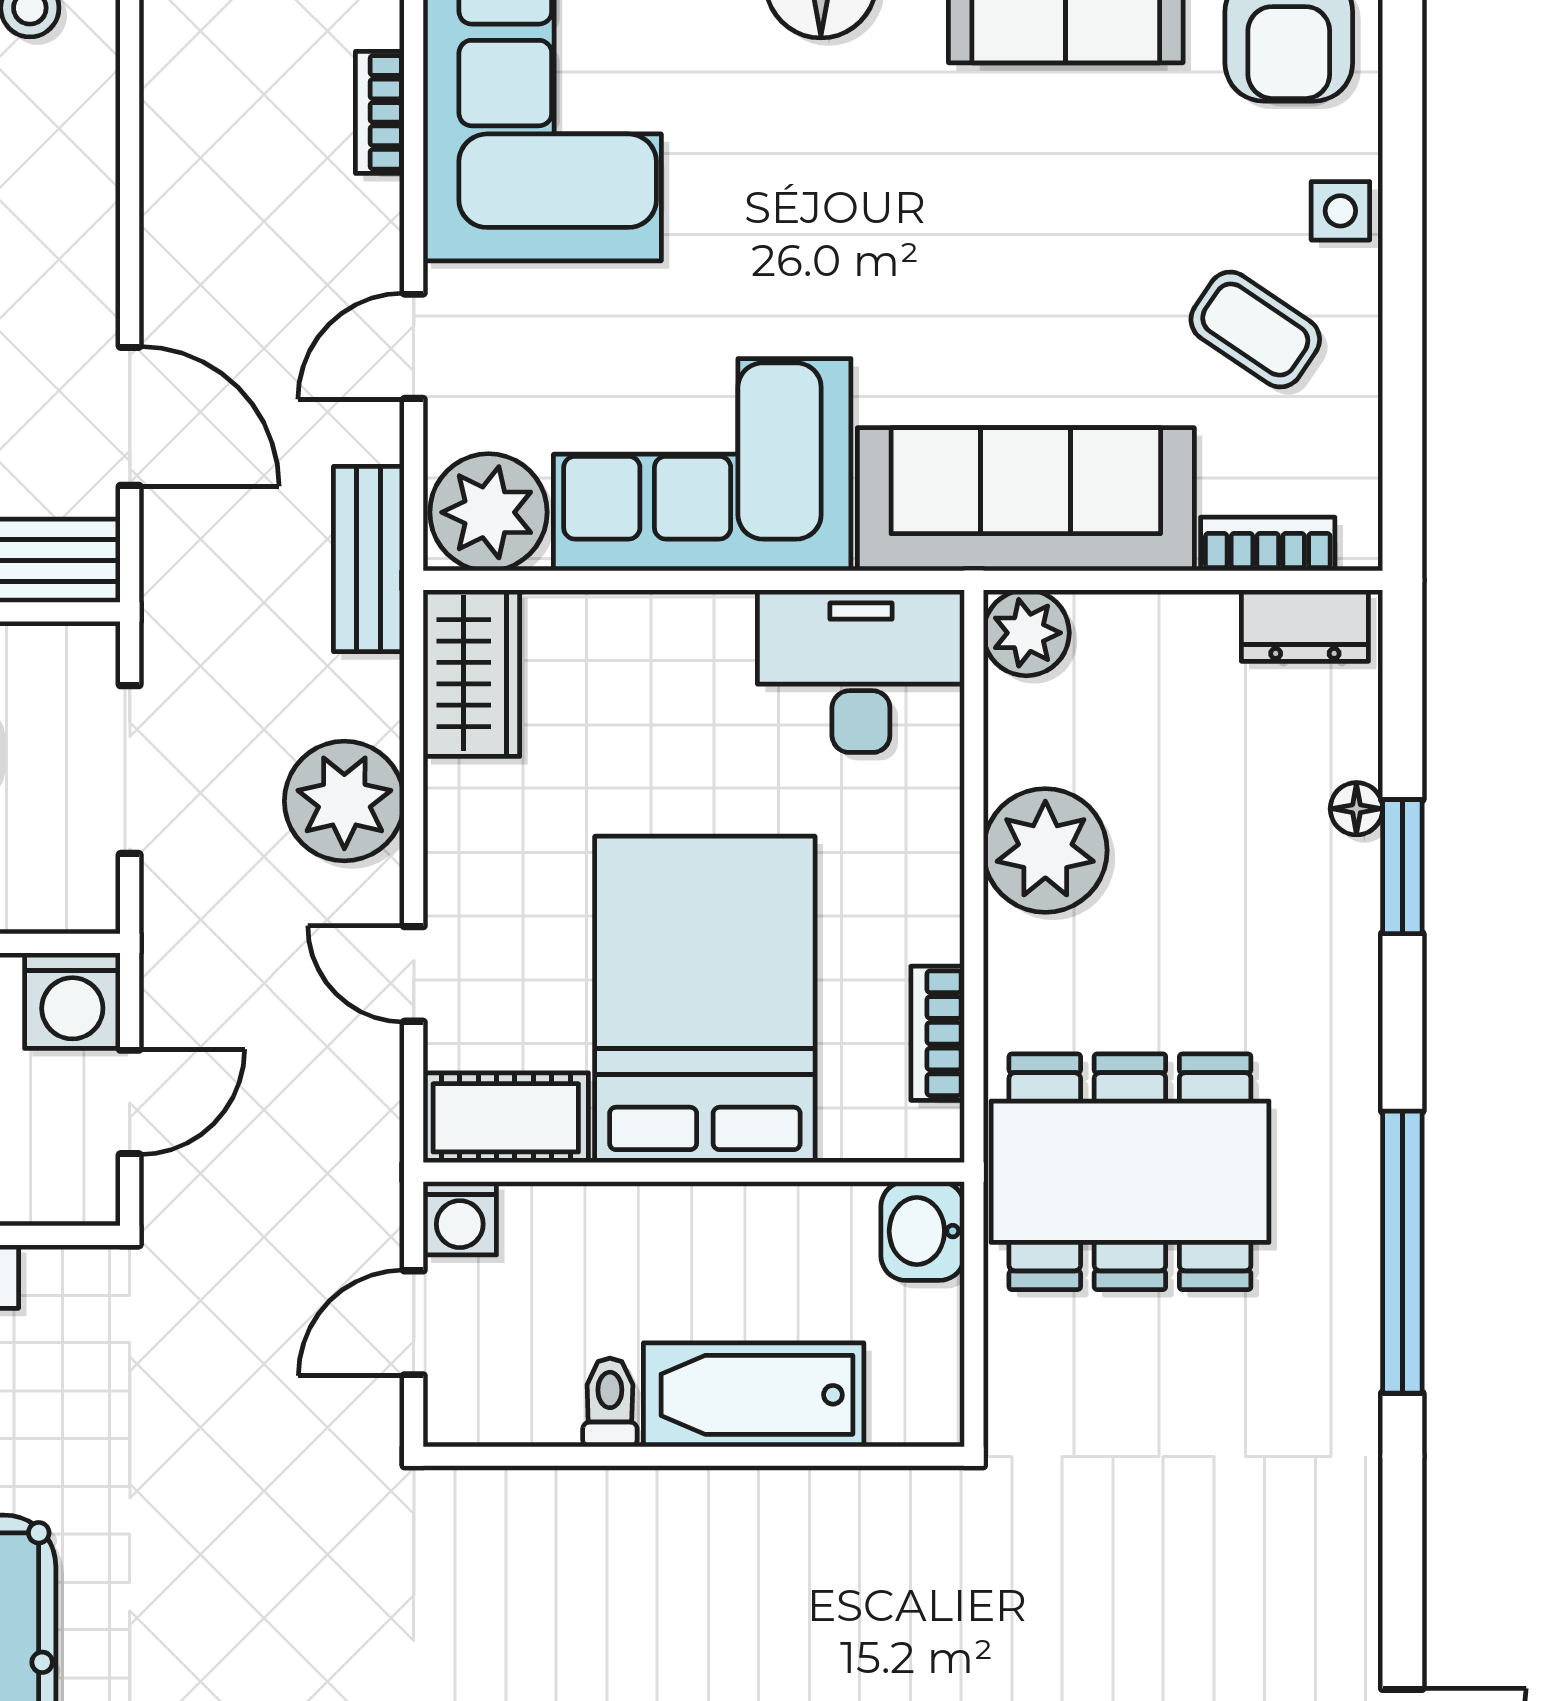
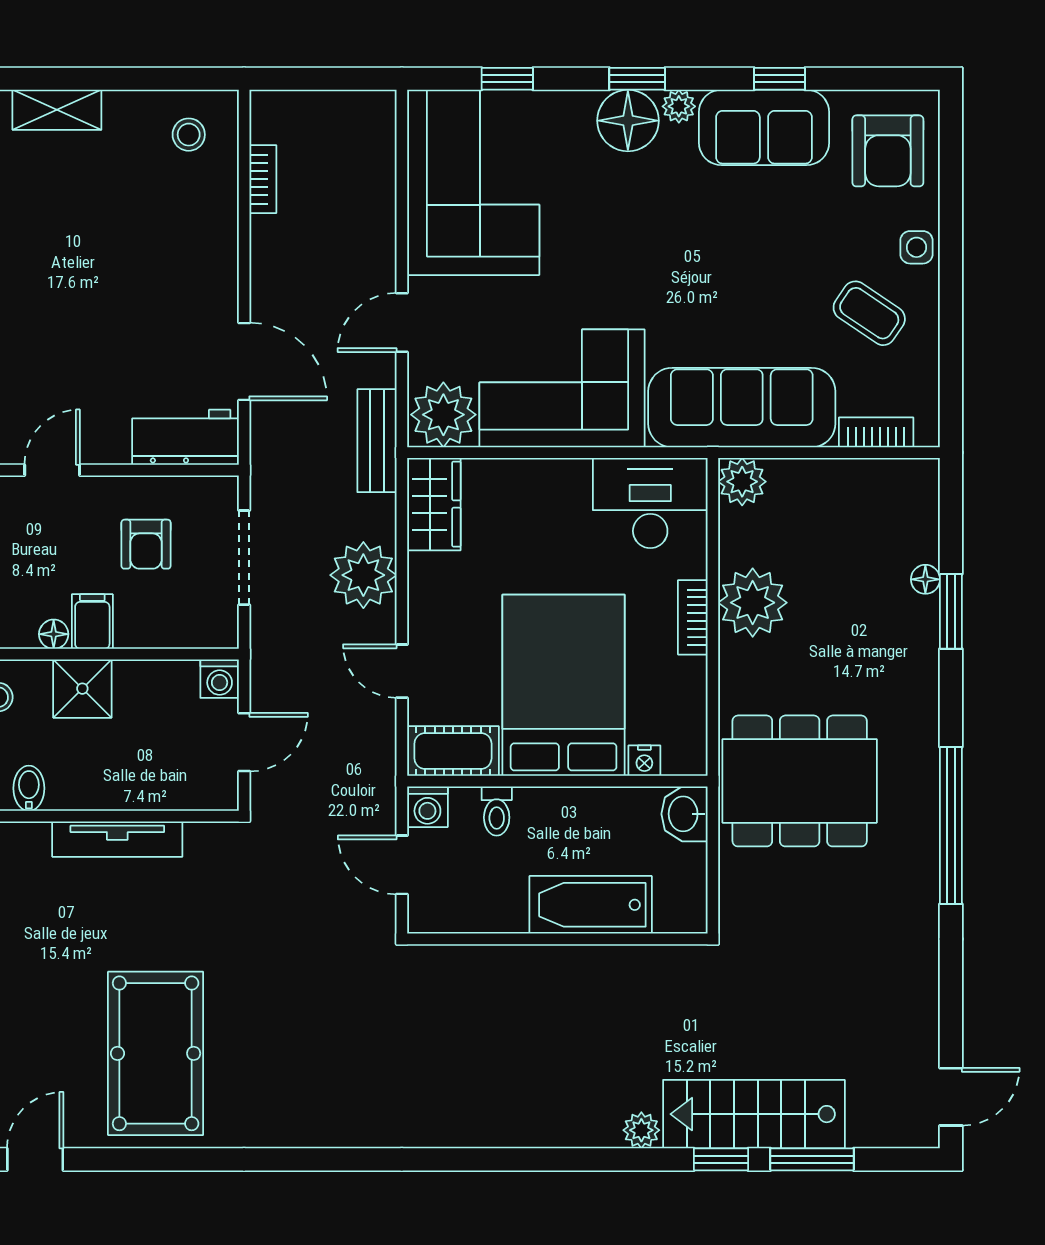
bookcase: (380, 112) -> (263, 179), moved, turned 180
dresser: (1305, 626) -> (897, 478), removed
washing machine: (72, 1001) -> (220, 679), width x0.73, depth x0.73
bookcase: (938, 1033) -> (693, 617), moved
nightstand: (850, 1135) -> (644, 761), added
door: (414, 1323) -> (402, 865), hinge flipped
toilet: (610, 1402) -> (497, 811), moved, turned 180

